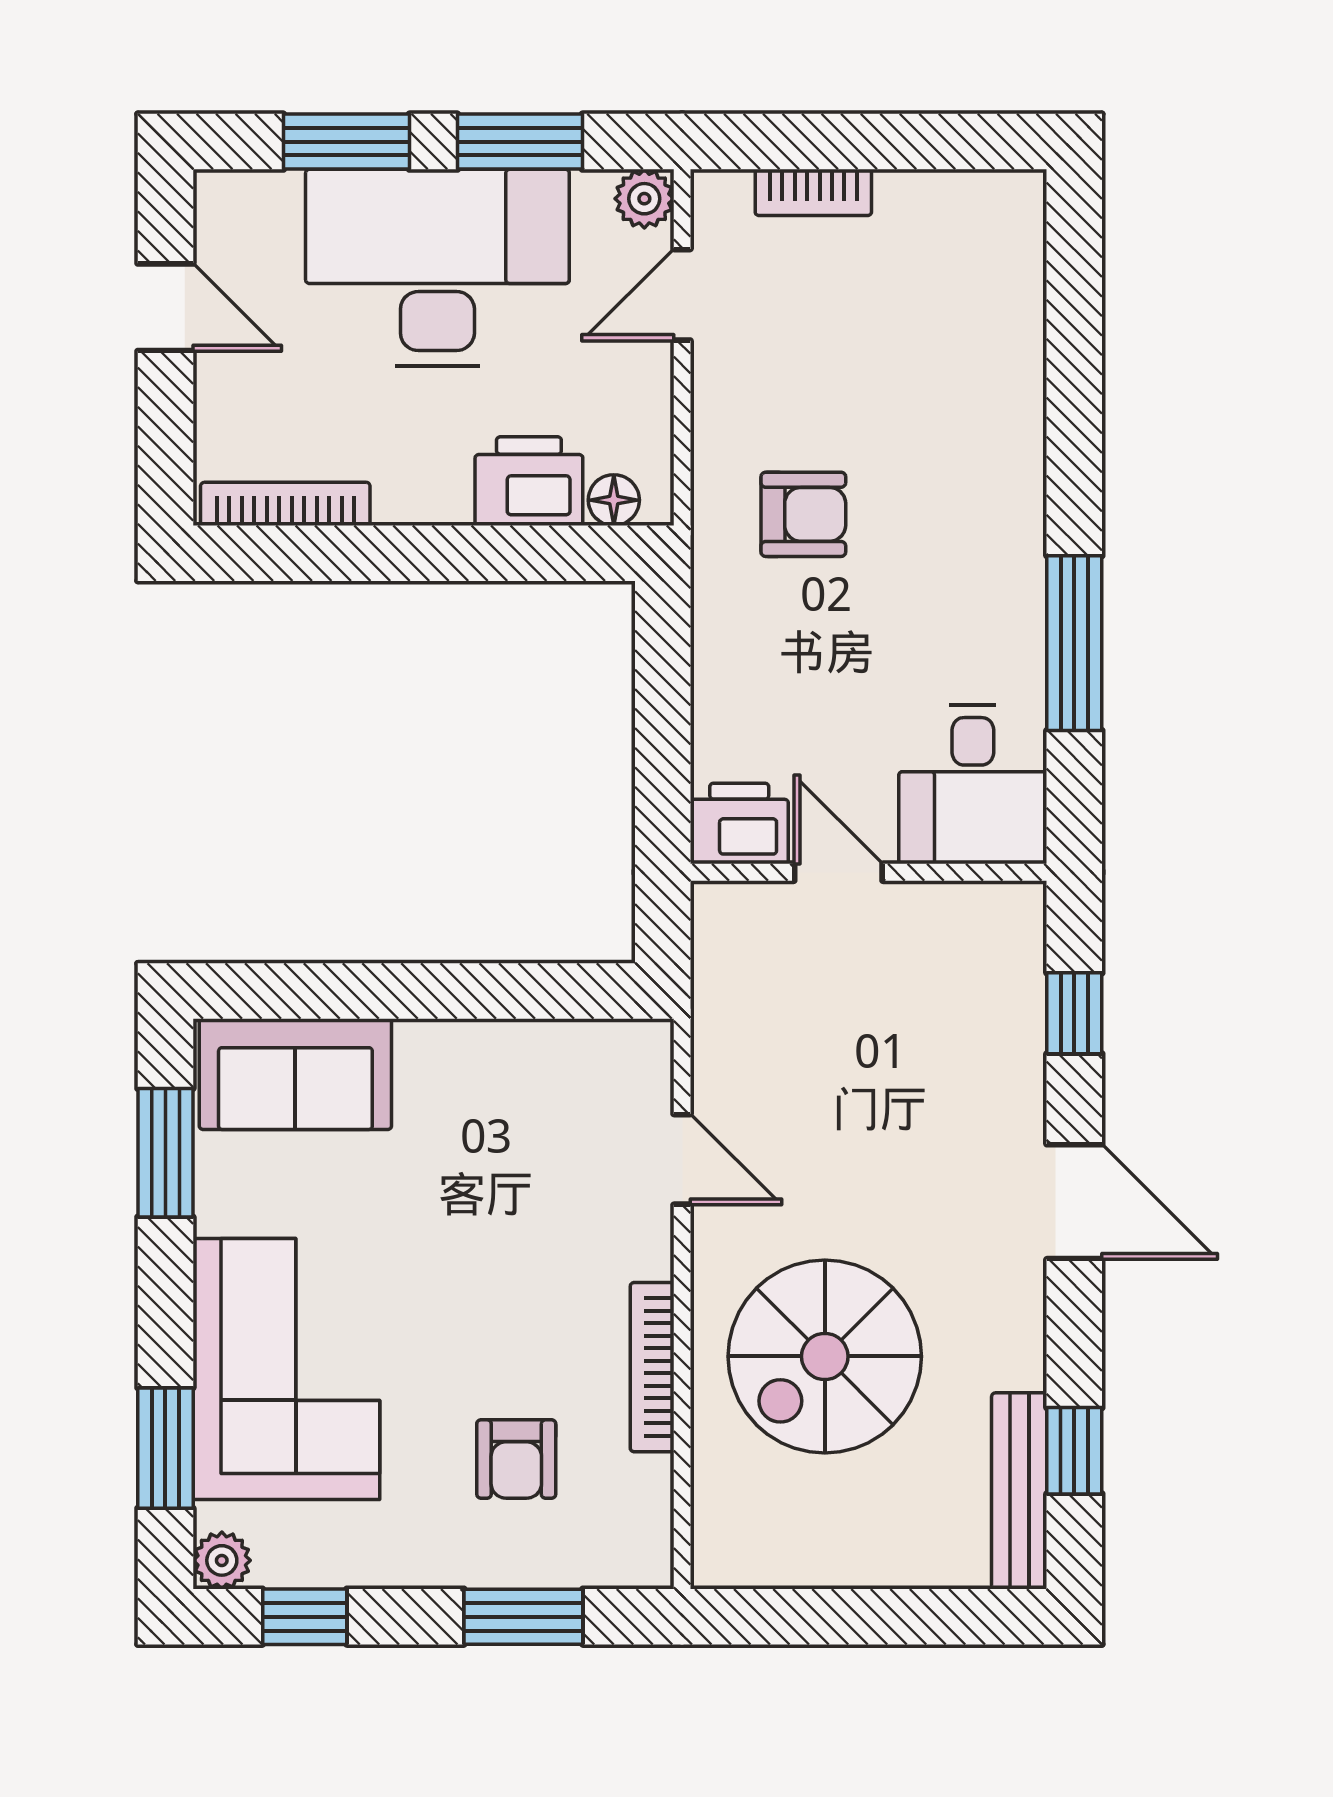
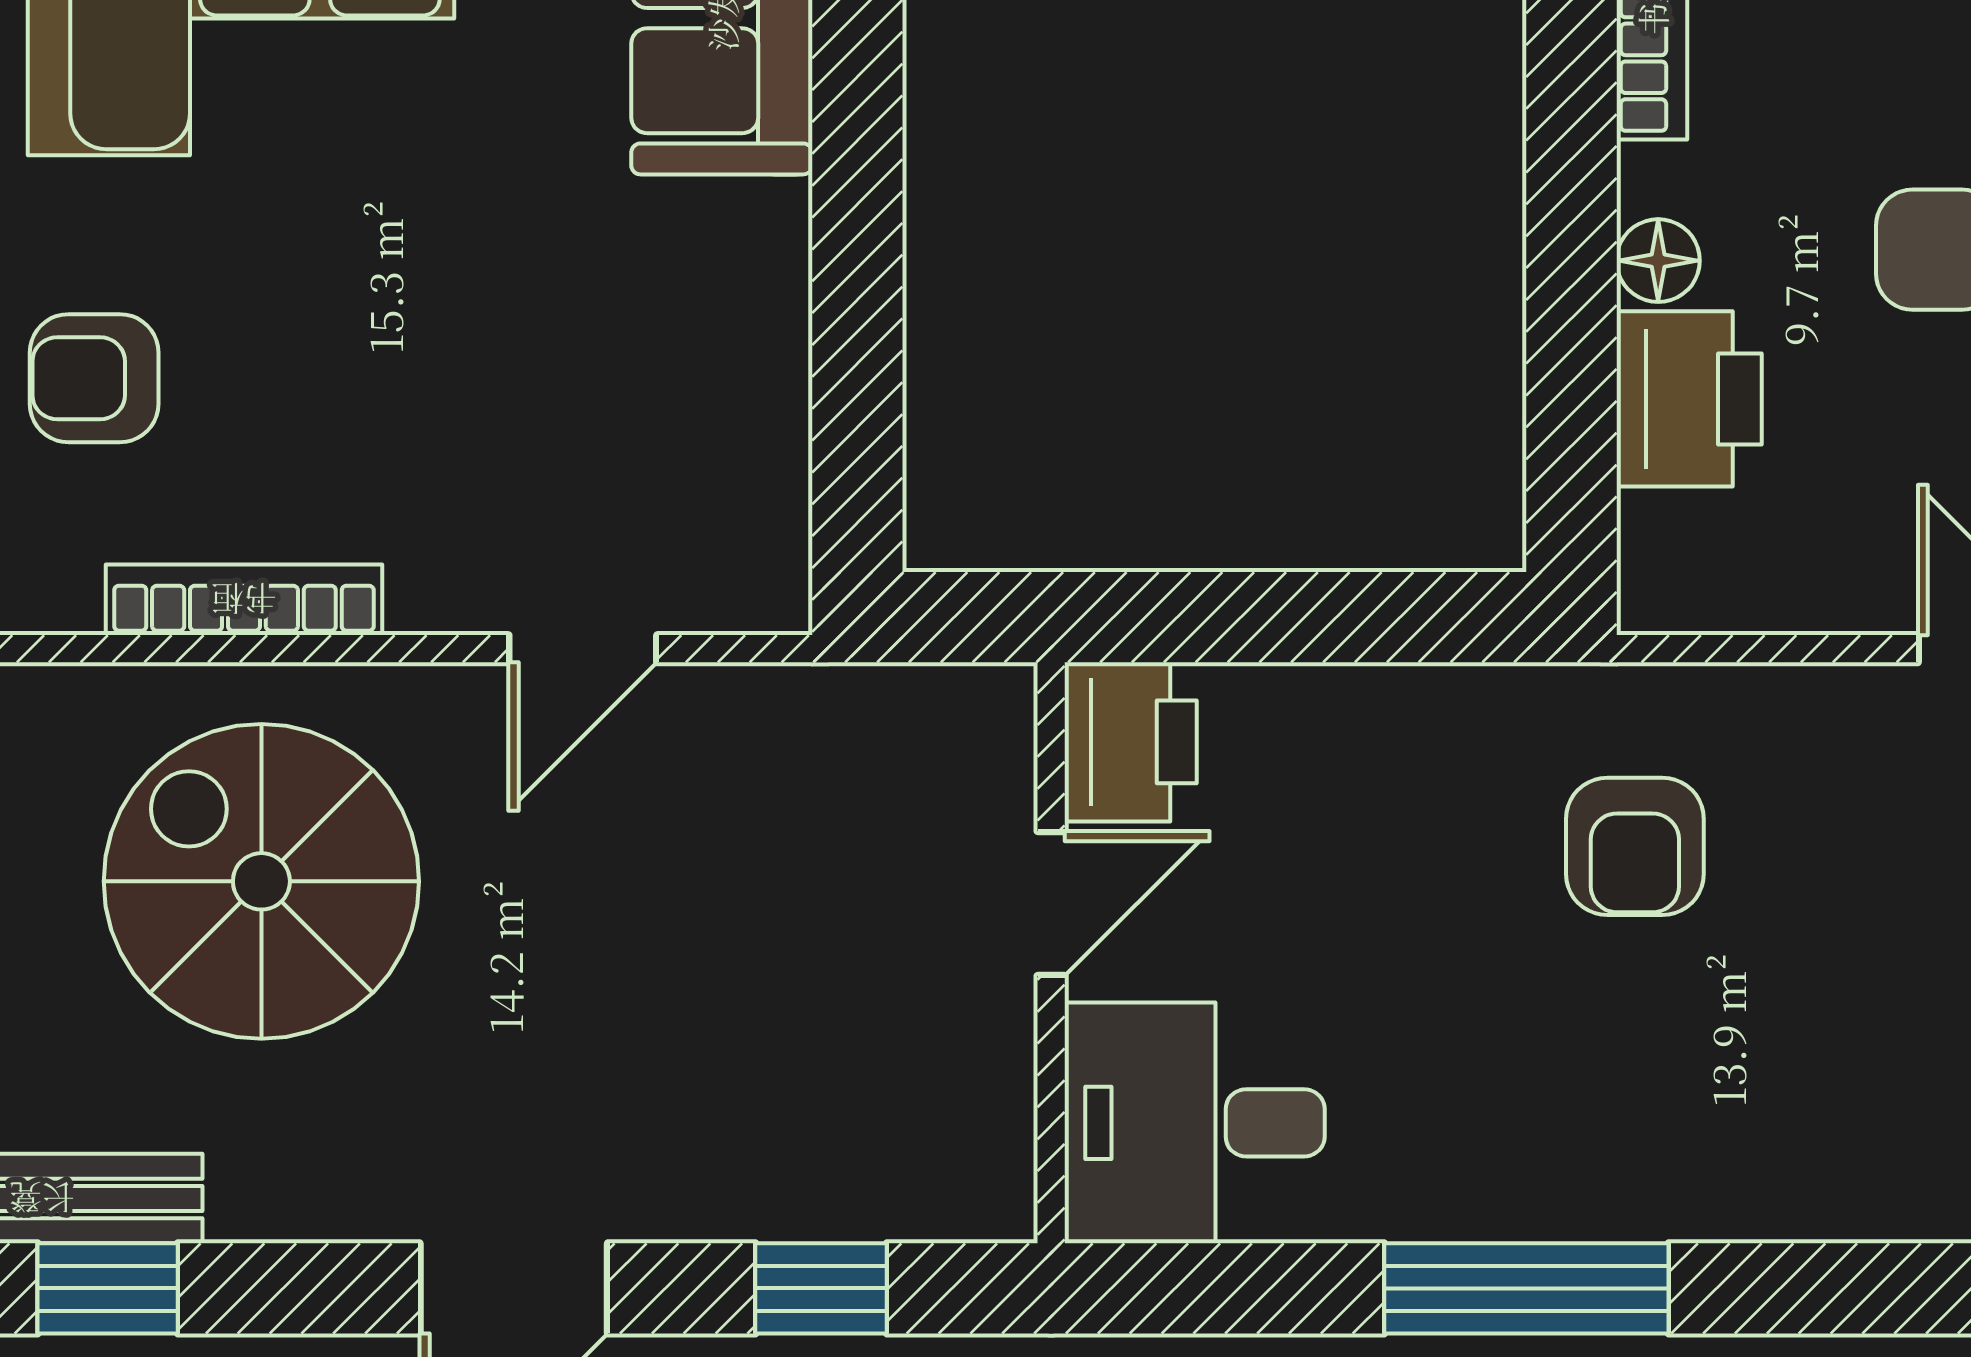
floor lamp: (614, 500) -> (1658, 261), moved
window: (1074, 643) -> (1526, 1288), moved

